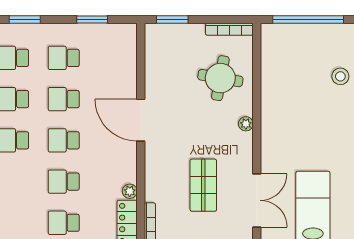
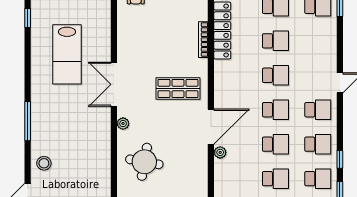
door: (141, 120) -> (211, 127), hinge flipped
shop shelf: (203, 185) -> (178, 88), moved, turned 90
plant: (130, 191) -> (220, 152), moved
double door: (257, 200) -> (114, 84), moved

